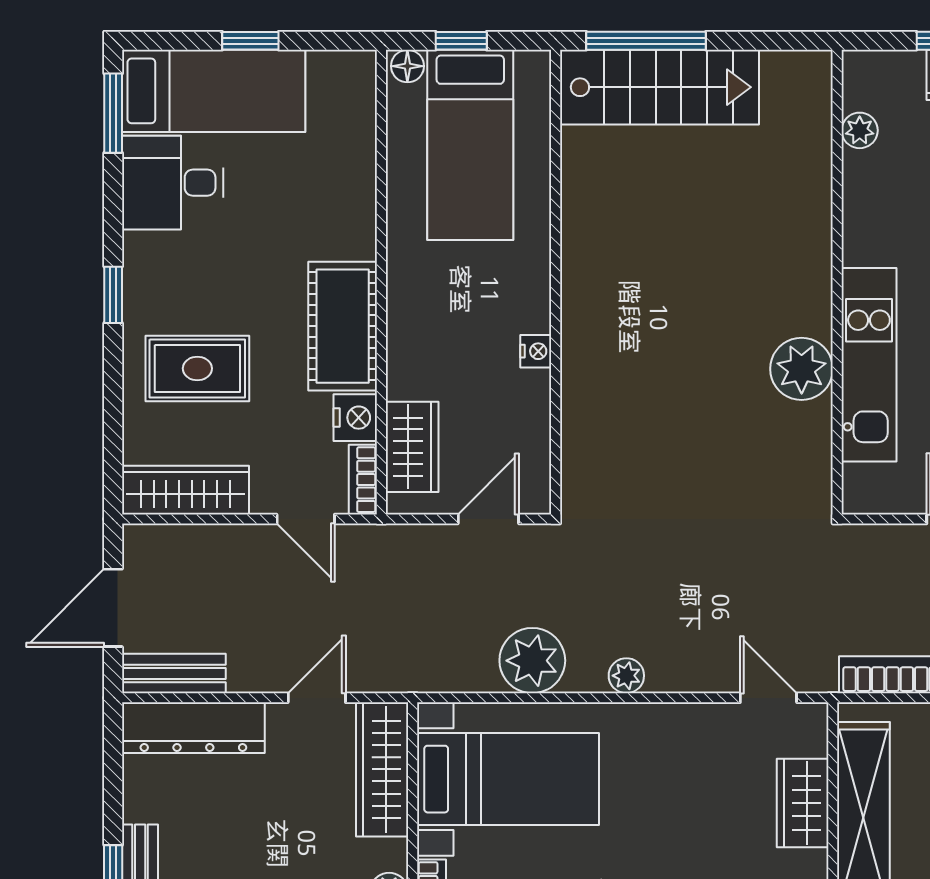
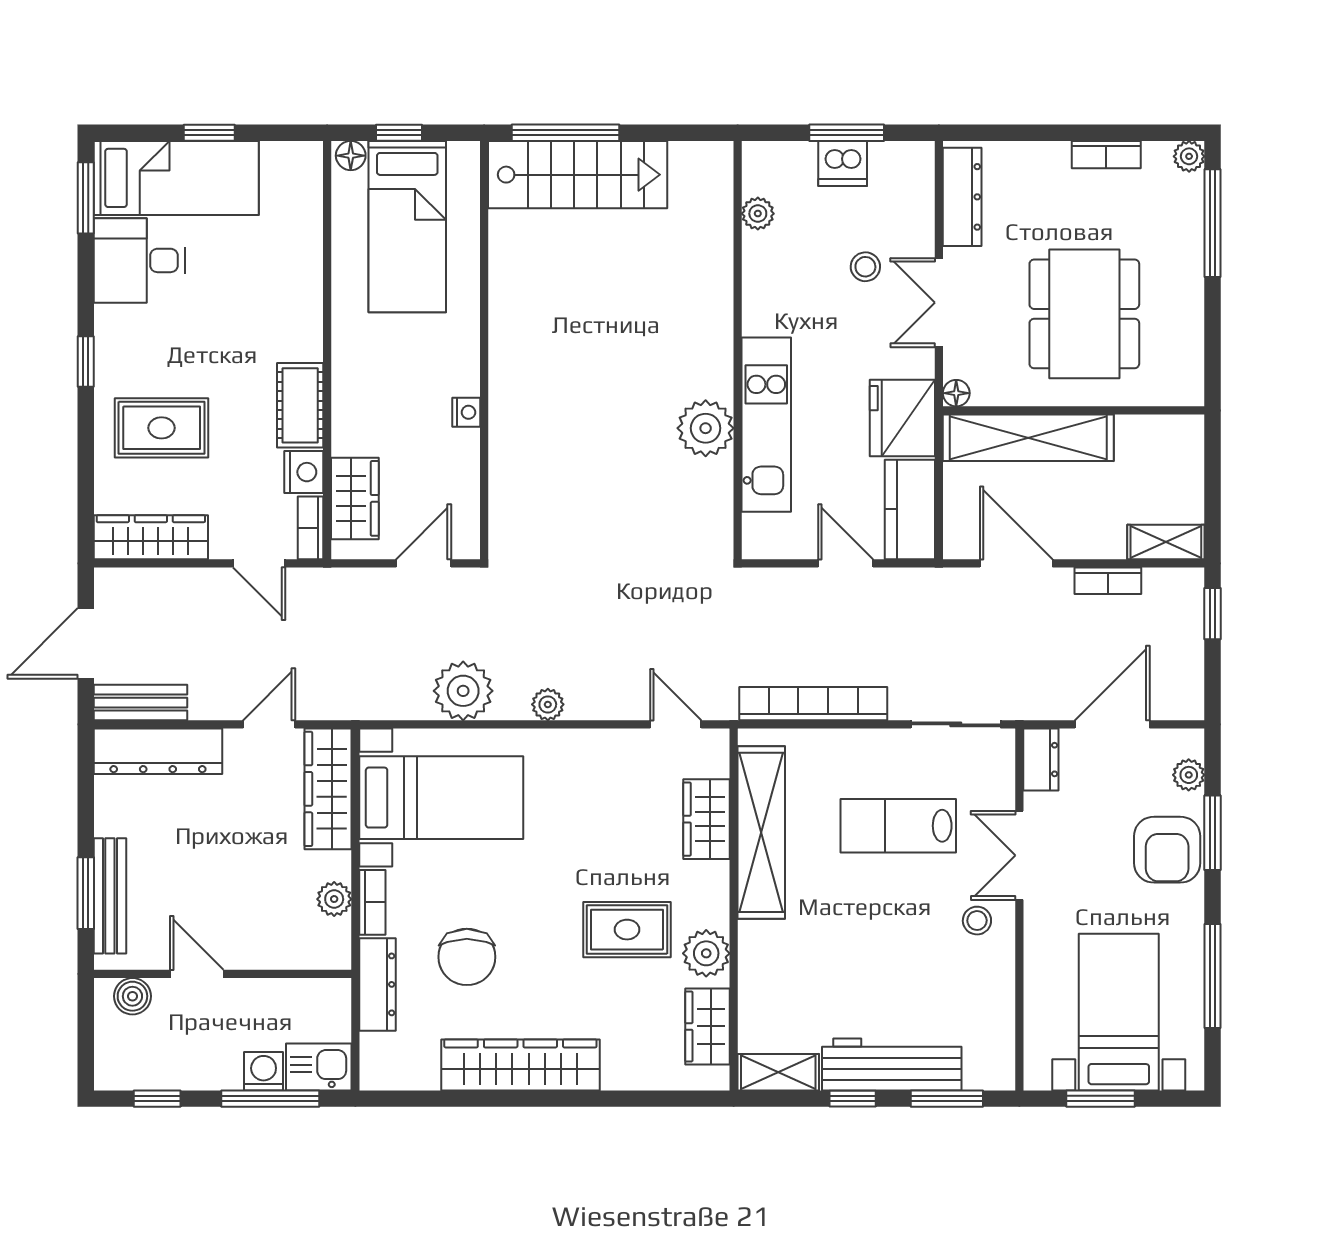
cot: (343, 326) -> (300, 405), width x0.73, depth x0.75

